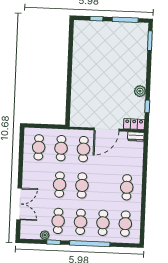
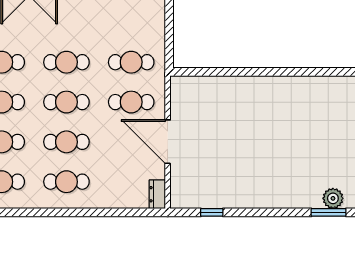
plant: (140, 91) -> (333, 198), moved
locker: (134, 124) -> (179, 190), removed
cafe table: (39, 147) -> (66, 142), moved

